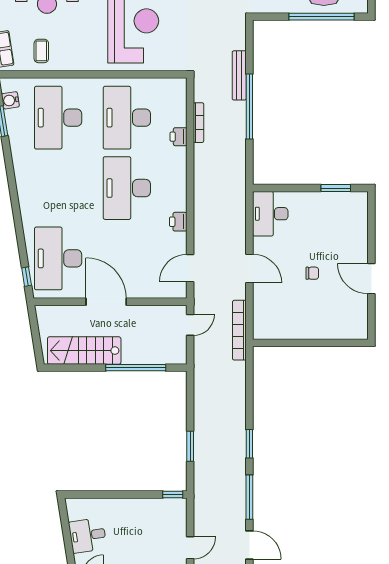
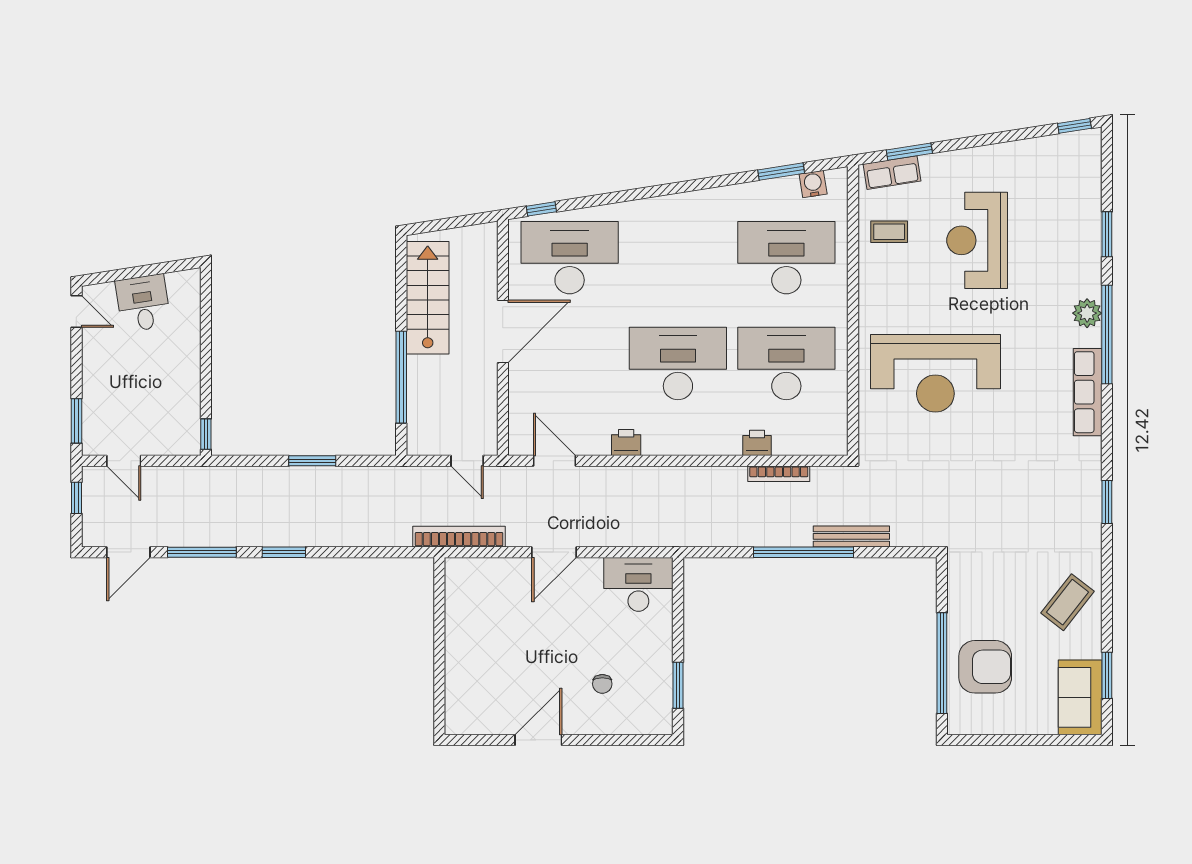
chair: (312, 273) -> (602, 684), moved
window: (190, 446) -> (312, 461), moved

